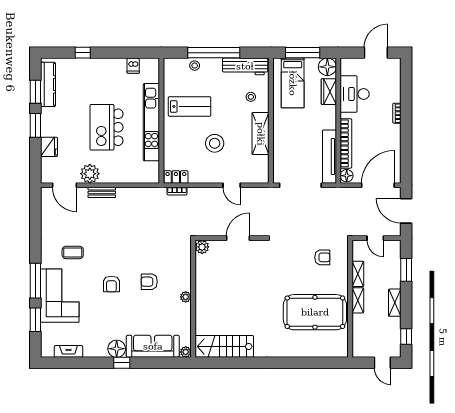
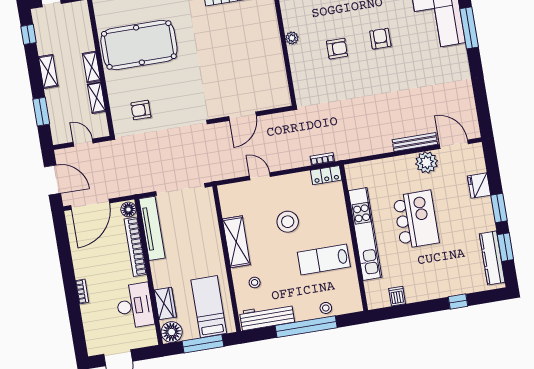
bench: (102, 192) -> (415, 142), width x1.36
plant: (202, 247) -> (282, 99), removed
coffee table: (73, 252) -> (431, 68), removed

